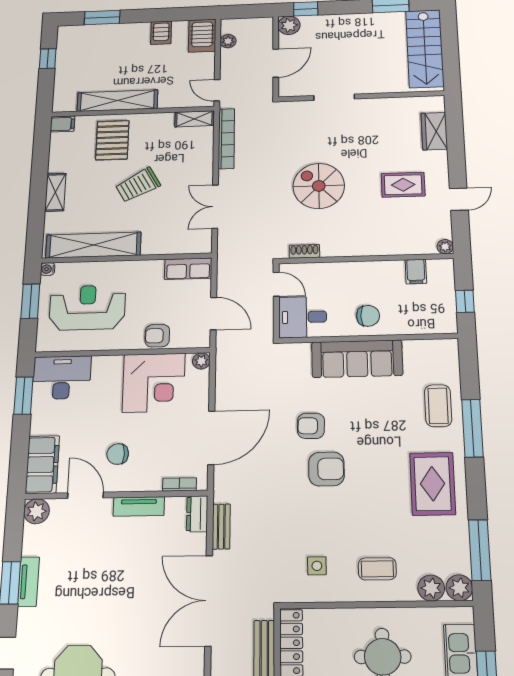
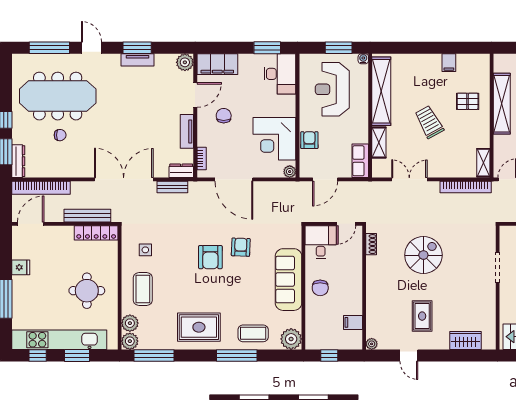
filing cabinet: (62, 124) -> (449, 63), moved
pallet: (112, 140) -> (468, 101), width x0.67, depth x0.71
shelving: (55, 192) -> (379, 142), moved, turned 90
reception desk: (87, 308) -> (332, 89), turned 180
plant: (444, 353) -> (291, 339), added
coffee table: (377, 569) -> (143, 289), width x1.36, depth x1.30

